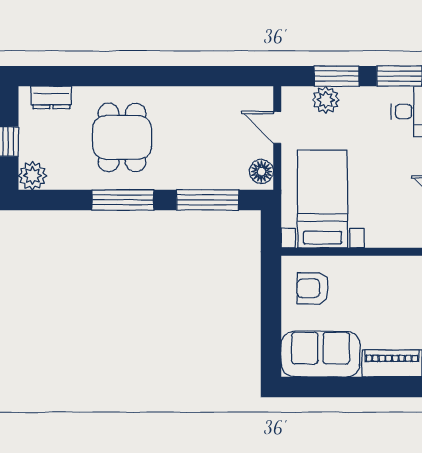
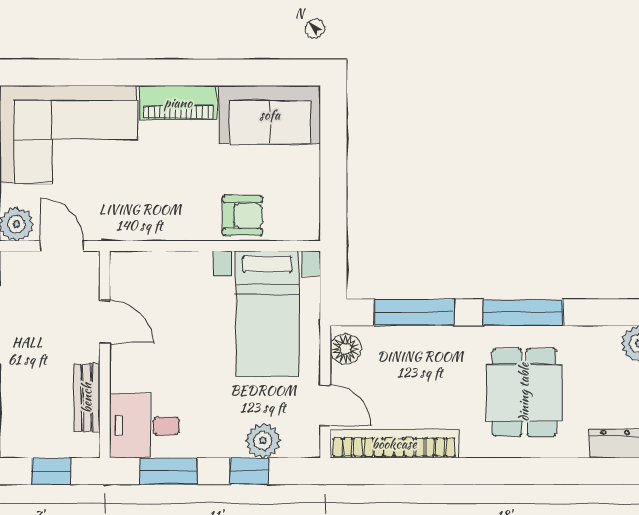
window: (337, 76) -> (249, 471), width x0.67
bookcase: (224, 98) -> (394, 444), added
armchair: (313, 288) -> (243, 216), moved

